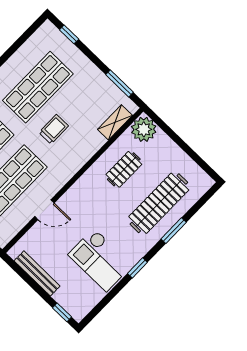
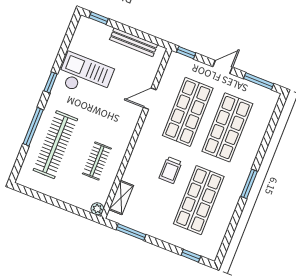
plant: (144, 129) -> (97, 209), width x0.53, depth x0.53
window: (174, 231) -> (33, 127), width x1.44

